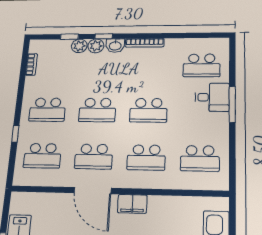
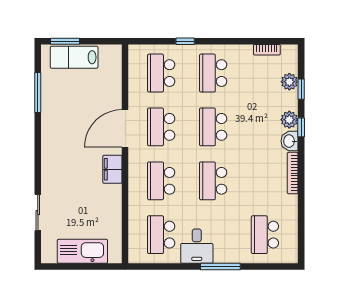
plant: (79, 46) -> (289, 82), moved
desk: (212, 97) -> (197, 246), moved

